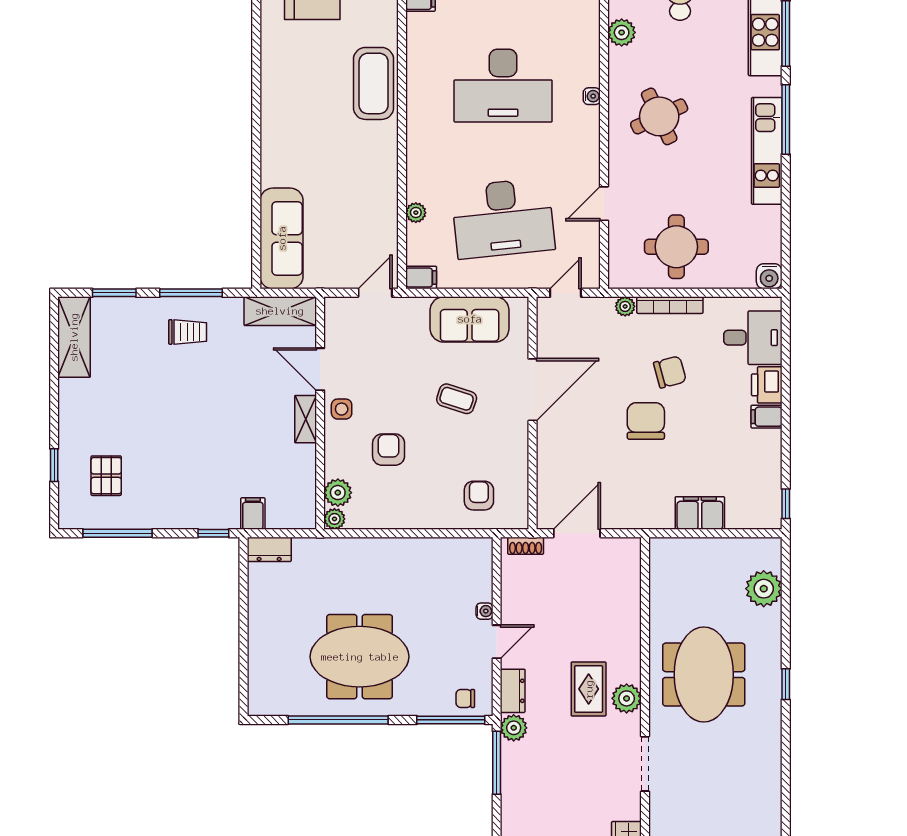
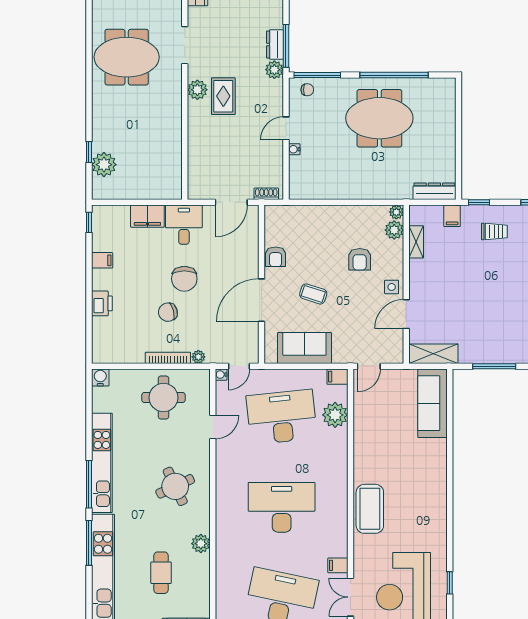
water cooler: (592, 96) -> (221, 375), moved
kitchen unit: (767, 151) -> (102, 463), width x1.36
plant: (416, 213) -> (335, 415), width x1.88, depth x1.88
trolley: (188, 332) -> (494, 231), moved, turned 180
desk: (753, 338) -> (184, 225), moved, turned 90
door: (320, 369) -> (406, 314), swing flipped
filing cabinet: (767, 417) -> (102, 260), moved
shelving: (306, 419) -> (416, 242), moved
armchair: (479, 496) -> (276, 257), moved
dresser: (269, 549) -> (434, 191), width x1.44
meeting table: (704, 675) -> (127, 57), moved, turned 90
window: (786, 684) -> (89, 152), moved
dresser: (513, 691) -> (275, 44), moved

